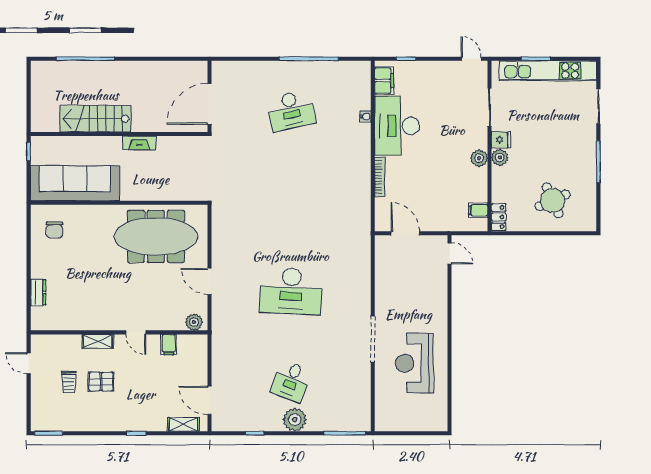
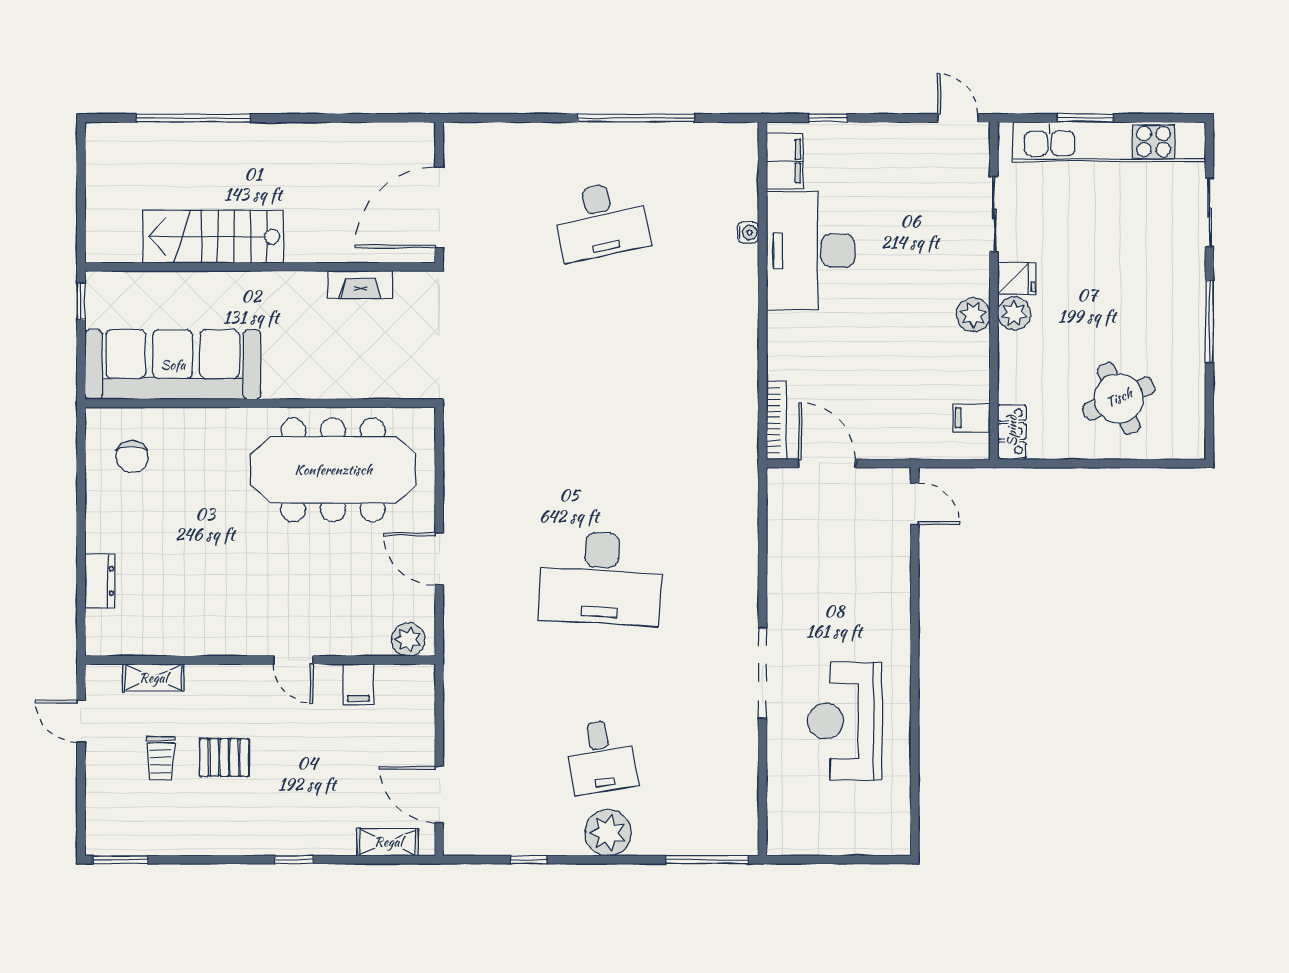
fireplace: (139, 143) -> (360, 285), moved
bookcase: (380, 177) -> (776, 420), moved
shelving: (98, 341) -> (153, 678), moved
desk: (291, 381) -> (601, 757), turned -30

